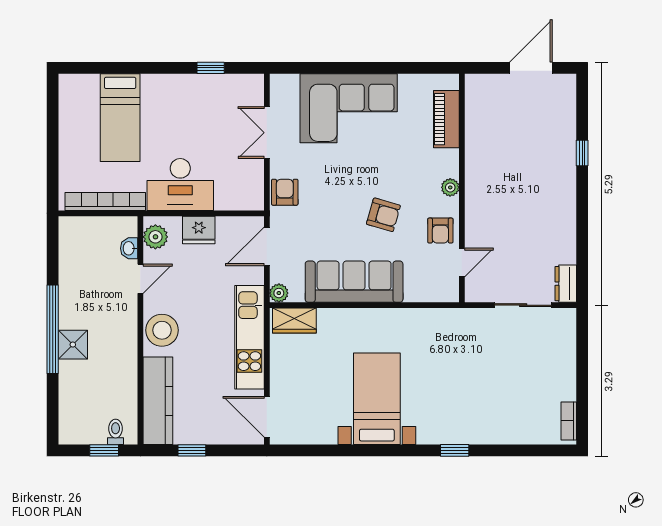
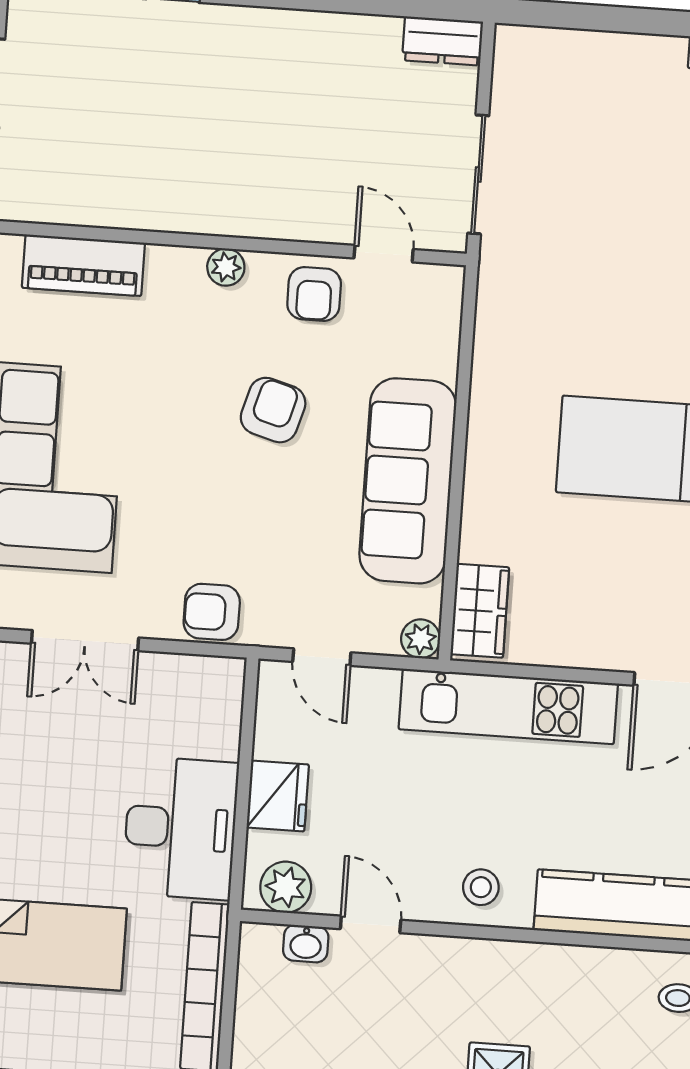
armchair: (440, 231) -> (314, 294), turned 90
door: (267, 246) -> (322, 657), width x0.73
sliding door: (523, 305) -> (478, 174), moved
stool: (162, 330) -> (481, 887), width x0.53, depth x0.53

